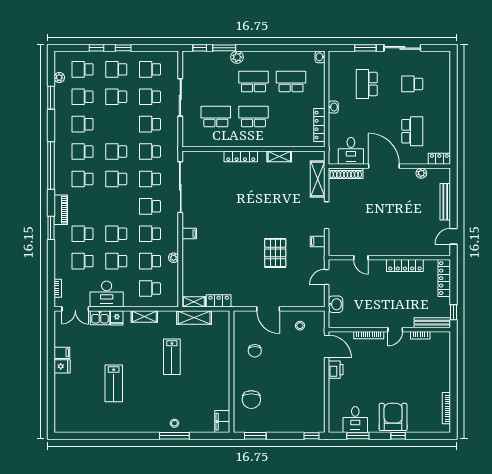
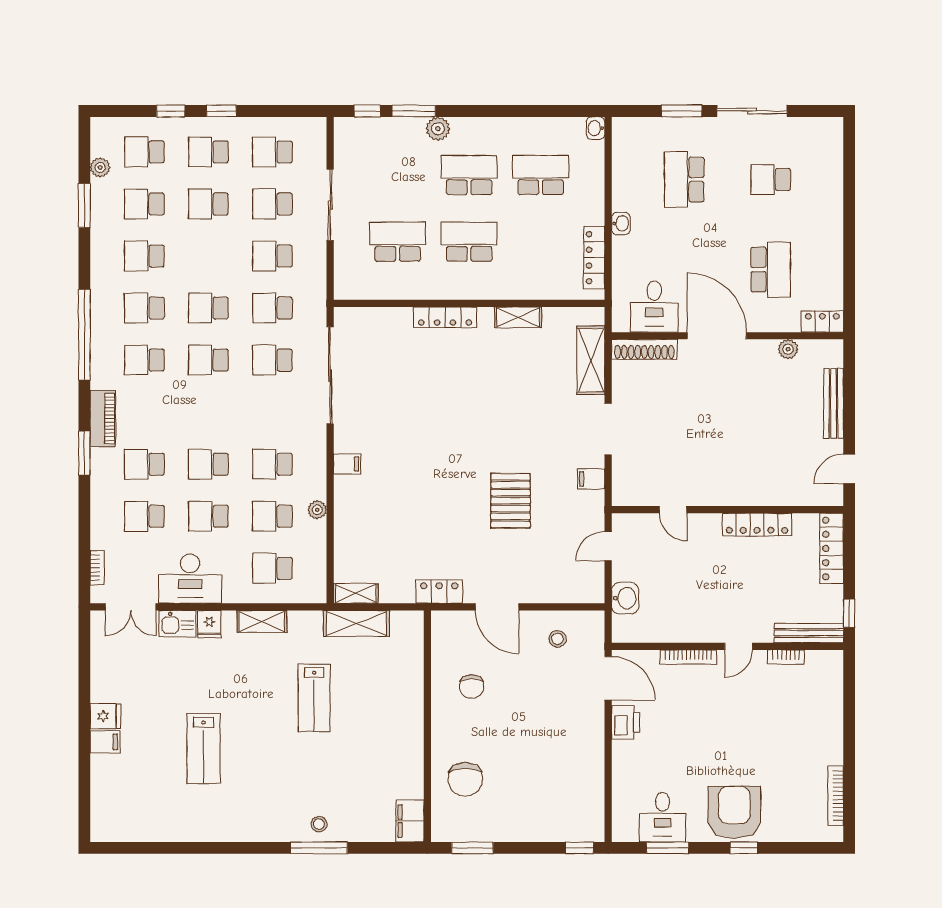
school desk: (150, 206) -> (272, 412), removed
locker: (219, 301) -> (439, 592), moved
filing cabinet: (62, 353) -> (105, 742), moved

